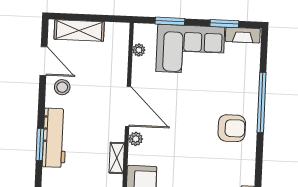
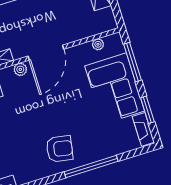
window: (170, 21) -> (132, 62), width x1.44
armchair: (232, 128) -> (60, 149), turned -80

